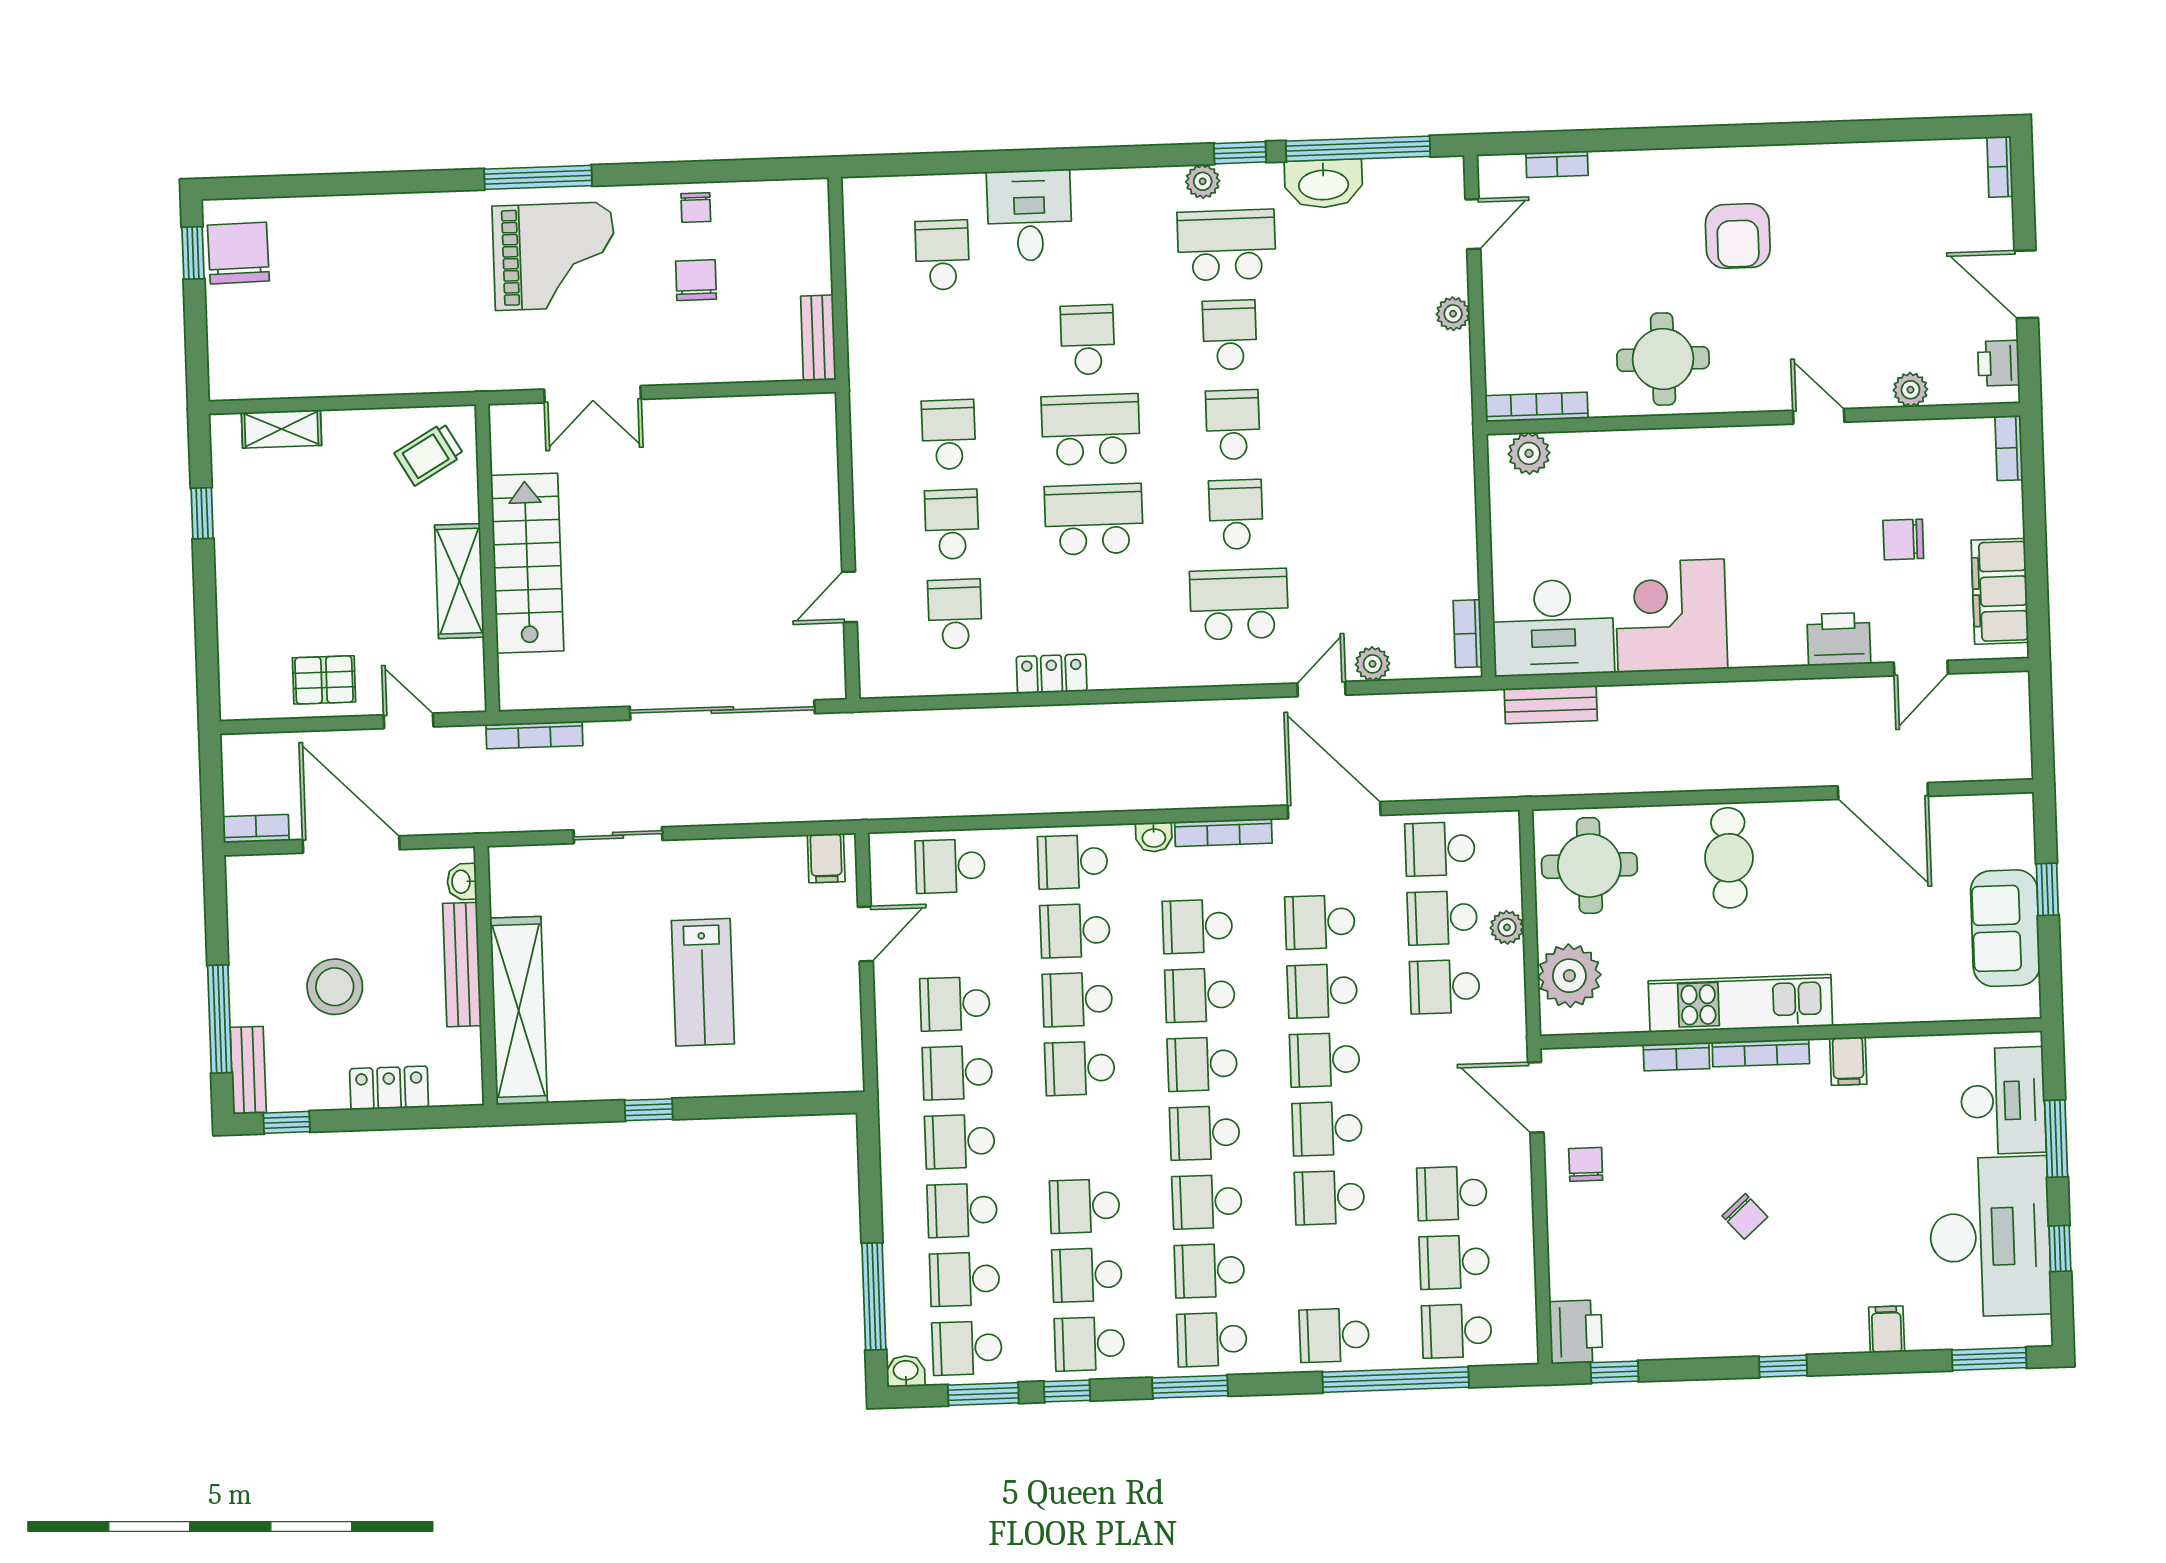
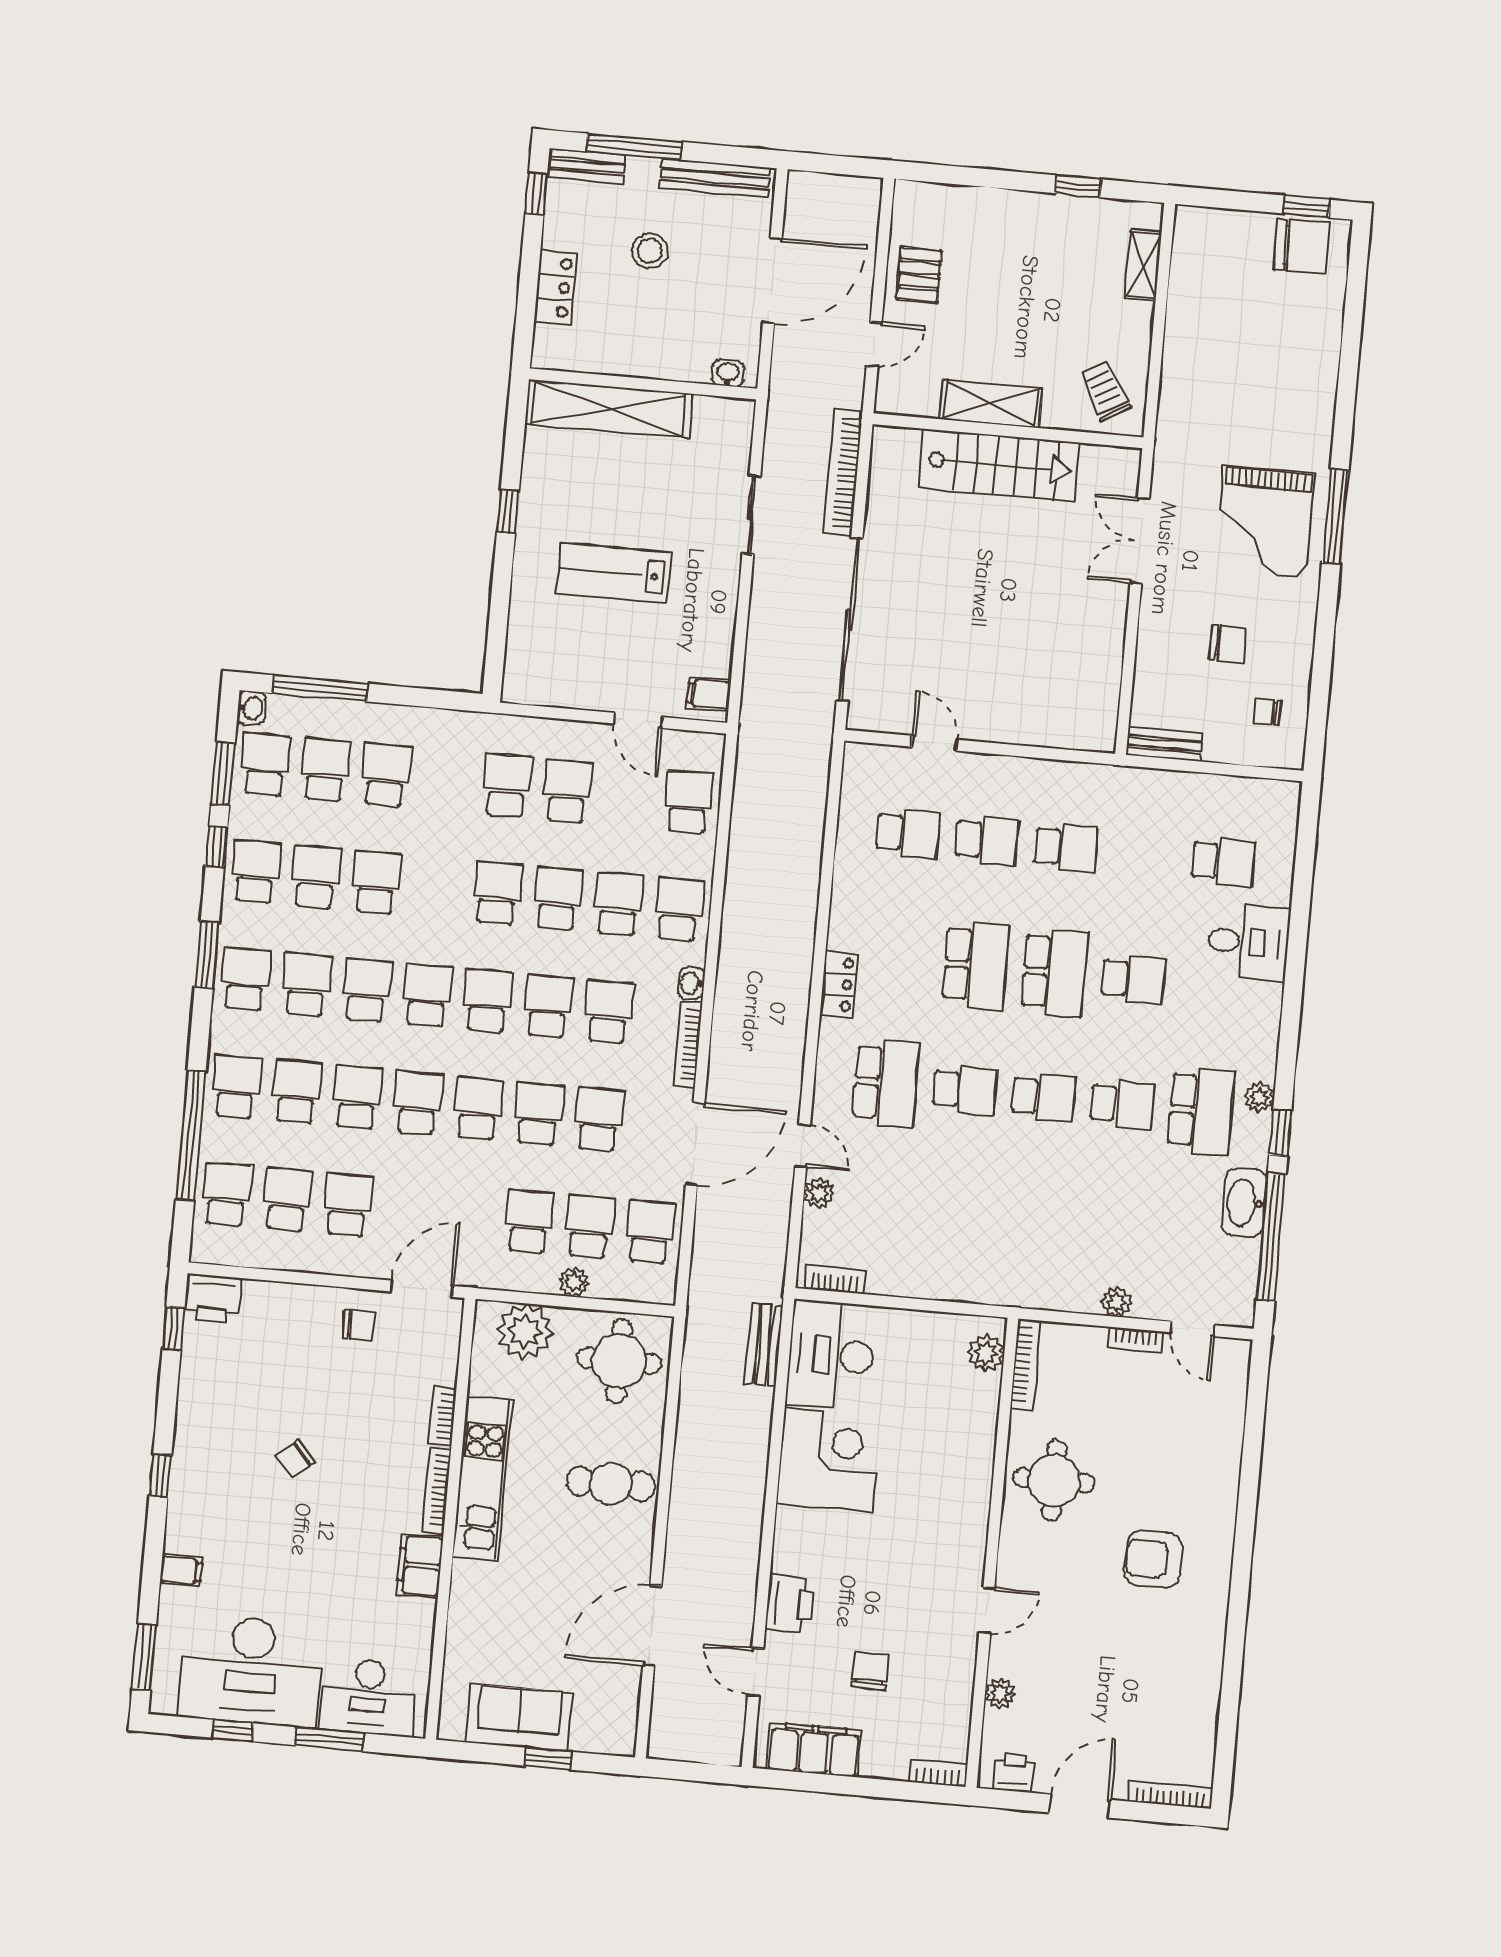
bookcase: (1557, 164) -> (1136, 1340), moved, turned -90
bookcase: (2000, 167) -> (1170, 1795), width x1.56
chair: (696, 207) -> (1267, 712), moved
locker: (1052, 674) -> (839, 984), moved
bookcase: (534, 735) -> (843, 473), width x1.48, depth x1.31
bookcase: (256, 829) -> (796, 199), removed
bench: (462, 965) -> (715, 178), moved
stool: (335, 987) -> (650, 251), width x0.73, depth x0.73
filing cabinet: (1848, 1061) -> (420, 1566), width x2.00
school desk: (960, 1141) -> (297, 1092), moved

